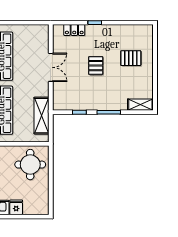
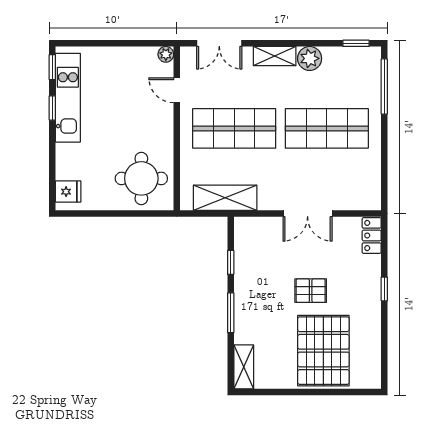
locker: (74, 30) -> (372, 235), moved
pallet: (131, 58) -> (323, 351), width x2.05, depth x2.00
fridge: (16, 207) -> (68, 192), moved

